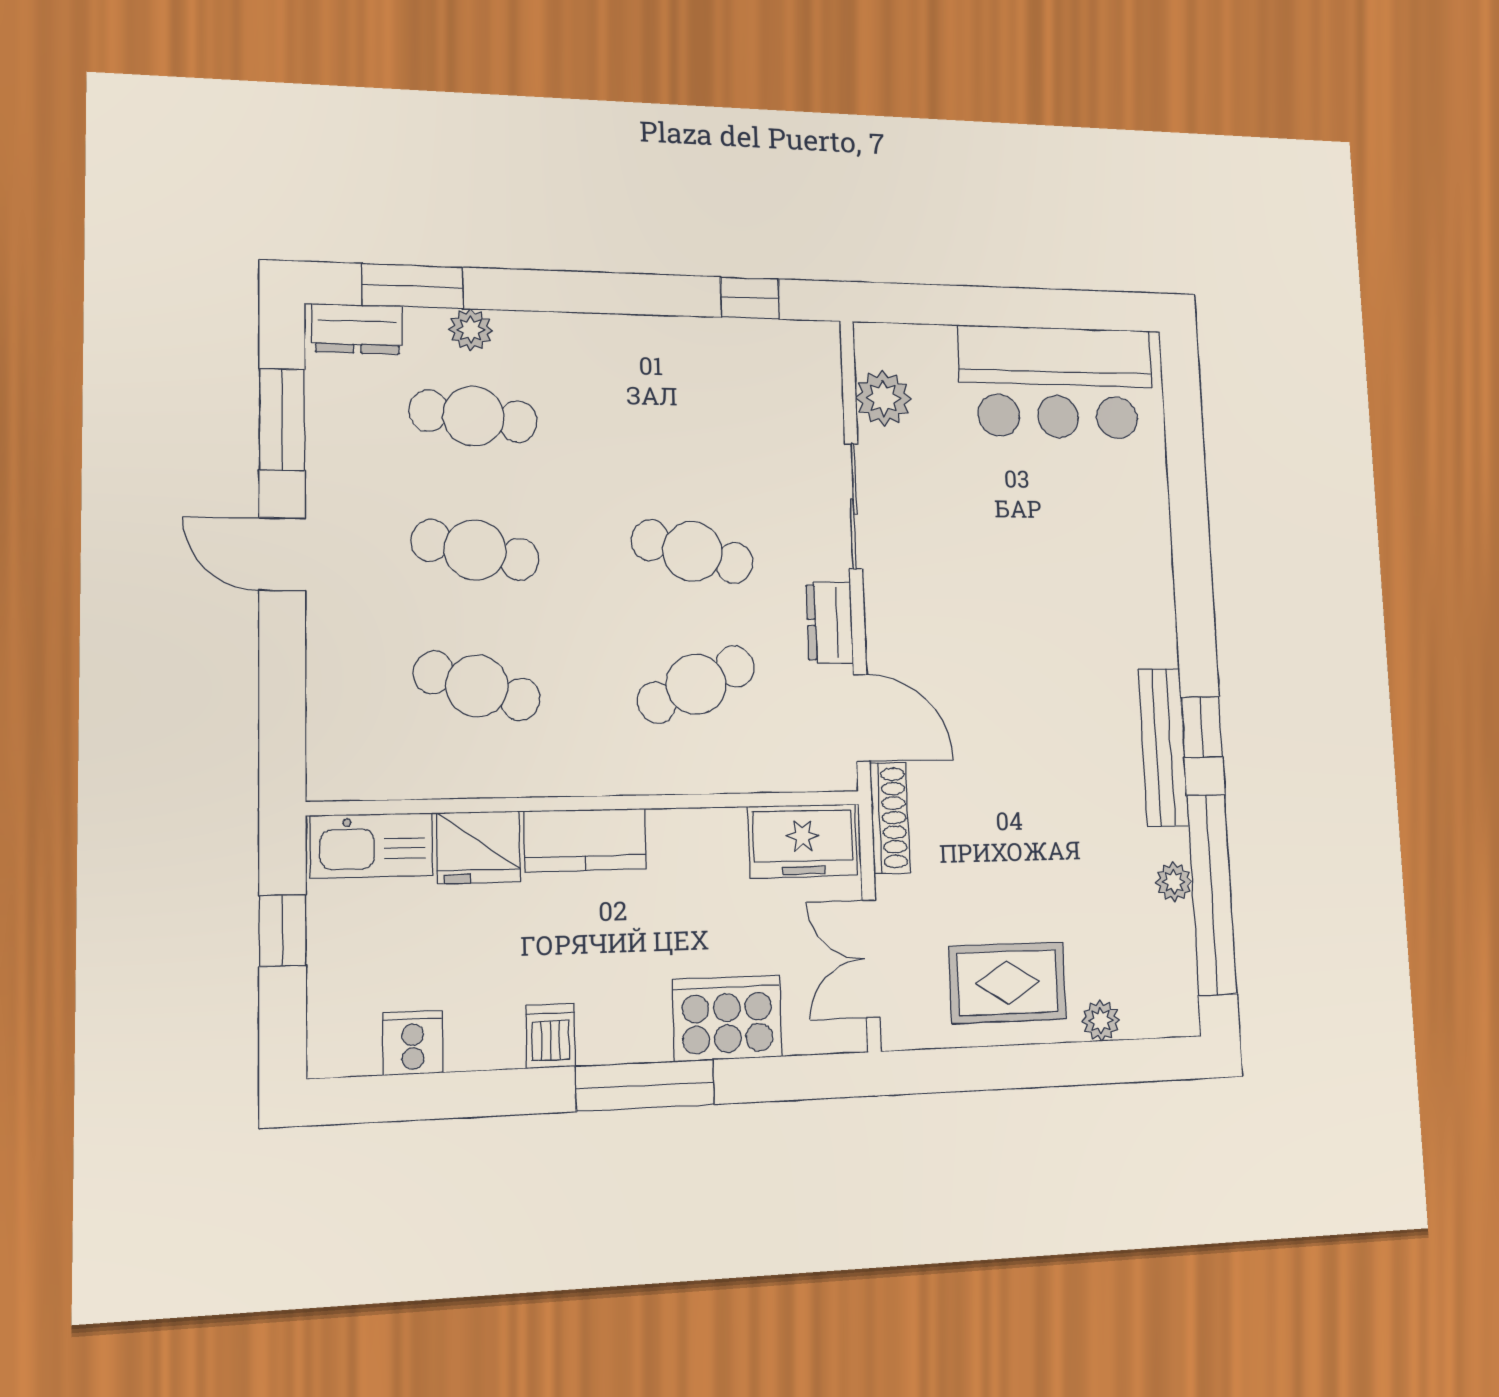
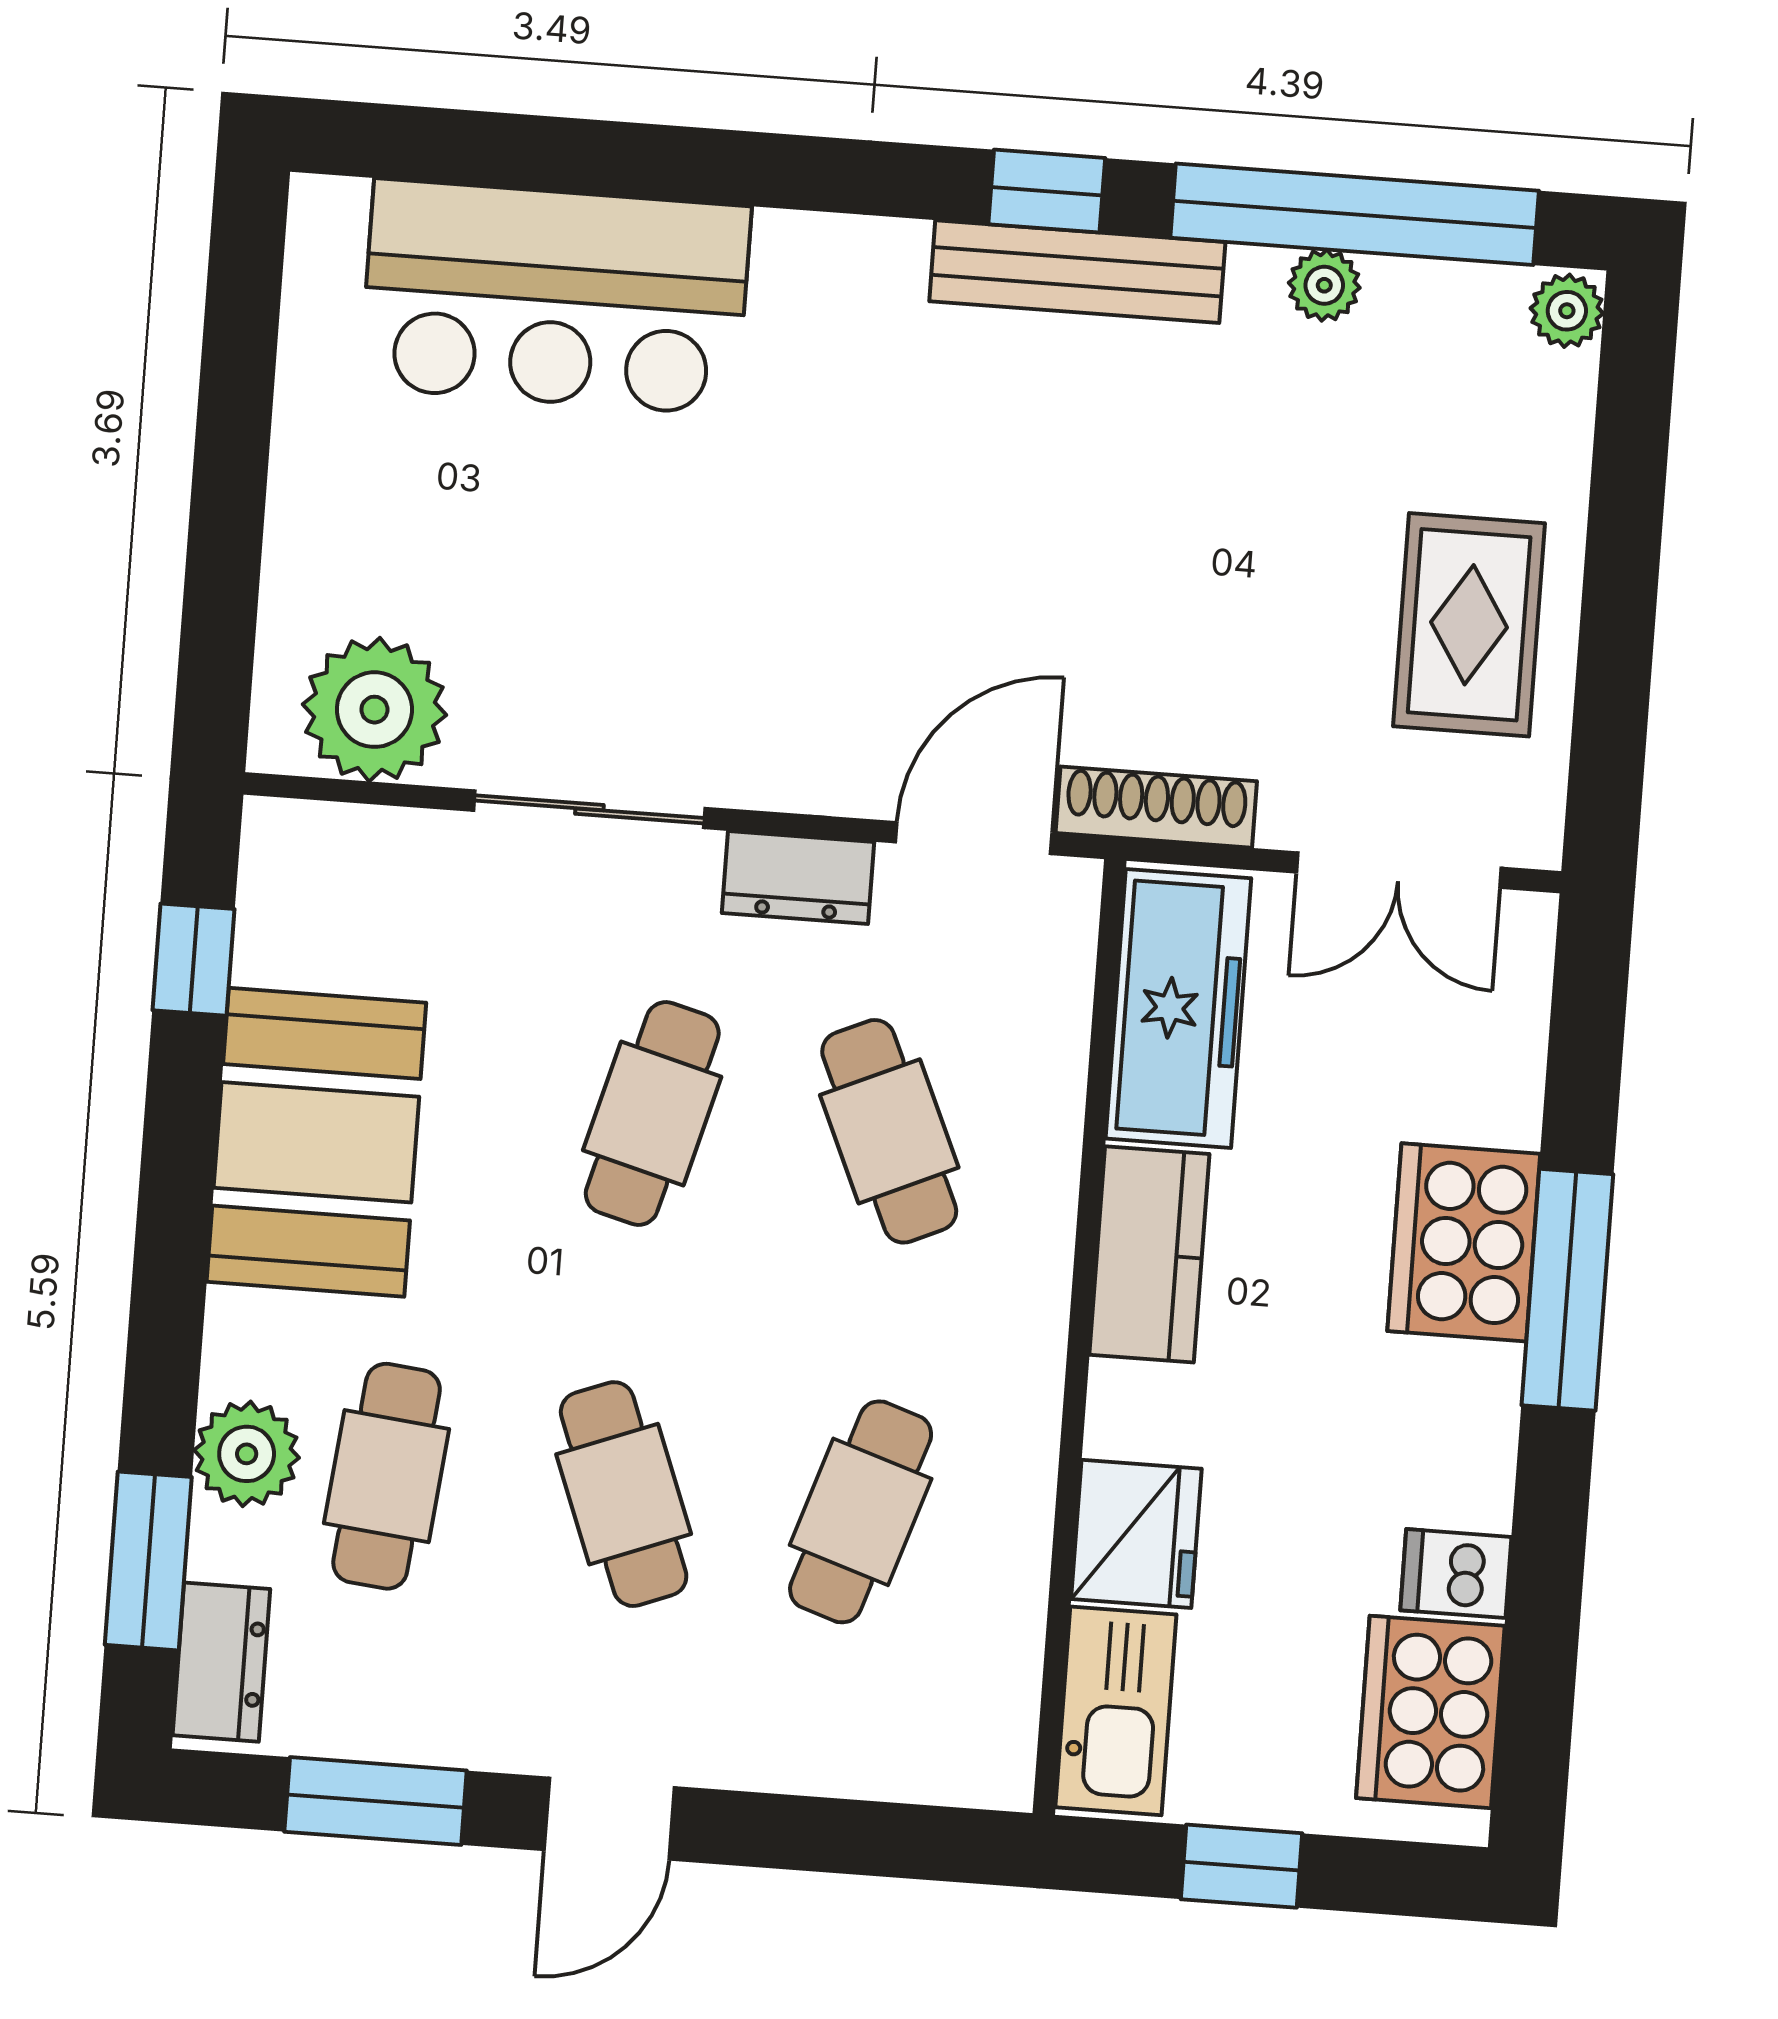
plant: (471, 330) -> (247, 1454), width x1.38, depth x1.38
booth: (658, 368) -> (316, 1142), added
bar counter: (1056, 382) -> (555, 297), moved, turned 90
plant: (883, 398) -> (374, 710), width x1.36, depth x1.36
cafe table: (475, 550) -> (624, 1494), turned -33
kitchen counter: (585, 840) -> (1149, 1254), moved
freezer: (803, 841) -> (1178, 1008), width x1.40
cooker: (727, 1018) -> (1464, 1242), moved
plant: (1101, 1021) -> (1567, 311), moved
dishwasher: (550, 1036) -> (1456, 1574), moved
cooker: (413, 1043) -> (1430, 1712), width x1.87, depth x1.31

